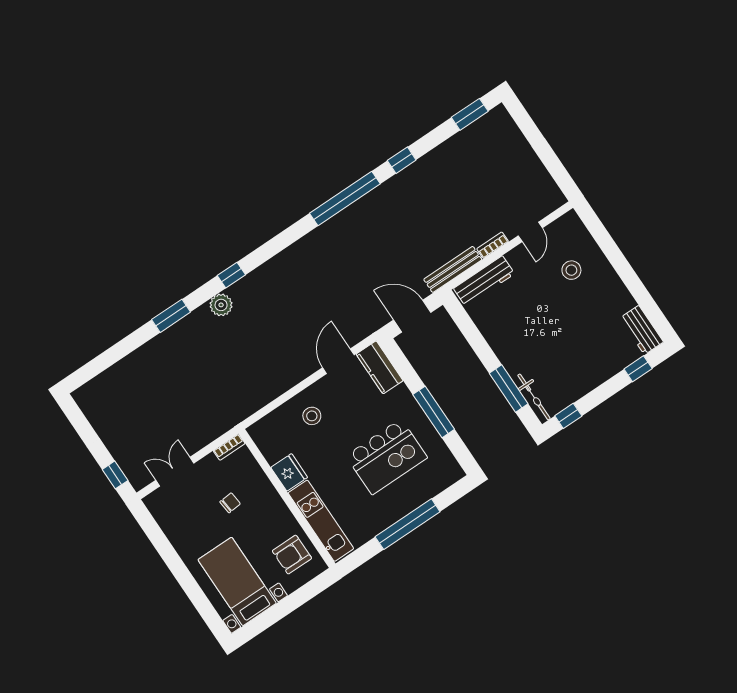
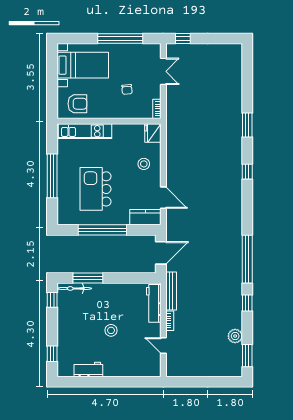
stool: (571, 270) -> (111, 330), moved
plant: (221, 305) -> (235, 336), moved
workbench: (642, 330) -> (88, 369), moved
window: (434, 412) -> (102, 230), width x1.46
fridge: (289, 472) -> (153, 133), moved, turned 90
armchair: (292, 555) -> (77, 104), turned 90
window: (170, 556) -> (120, 38), added

